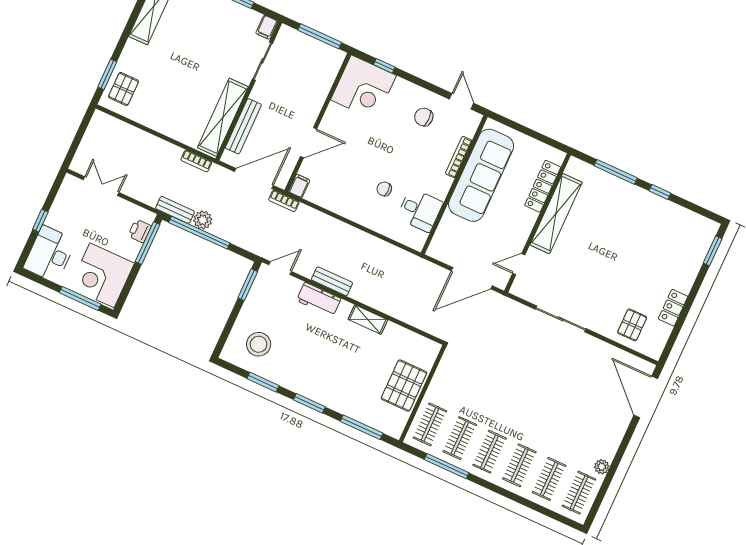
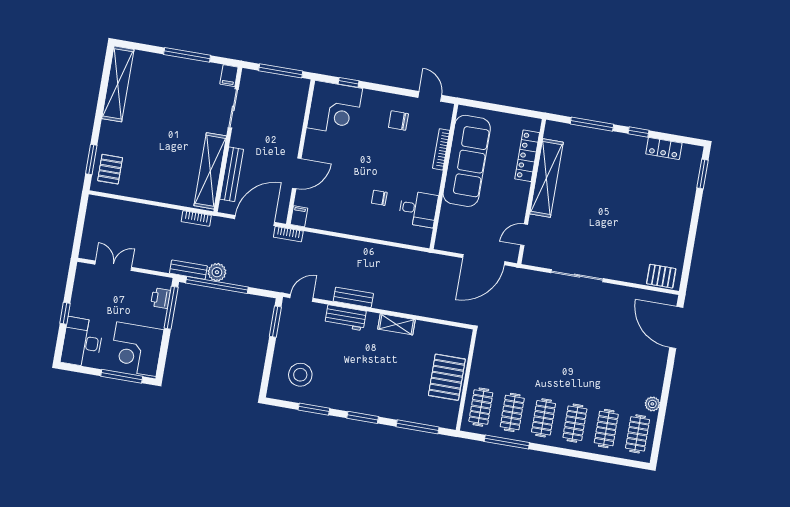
locker: (673, 308) -> (664, 148), moved, turned -90
pallet: (632, 325) -> (661, 276), moved, turned 90

